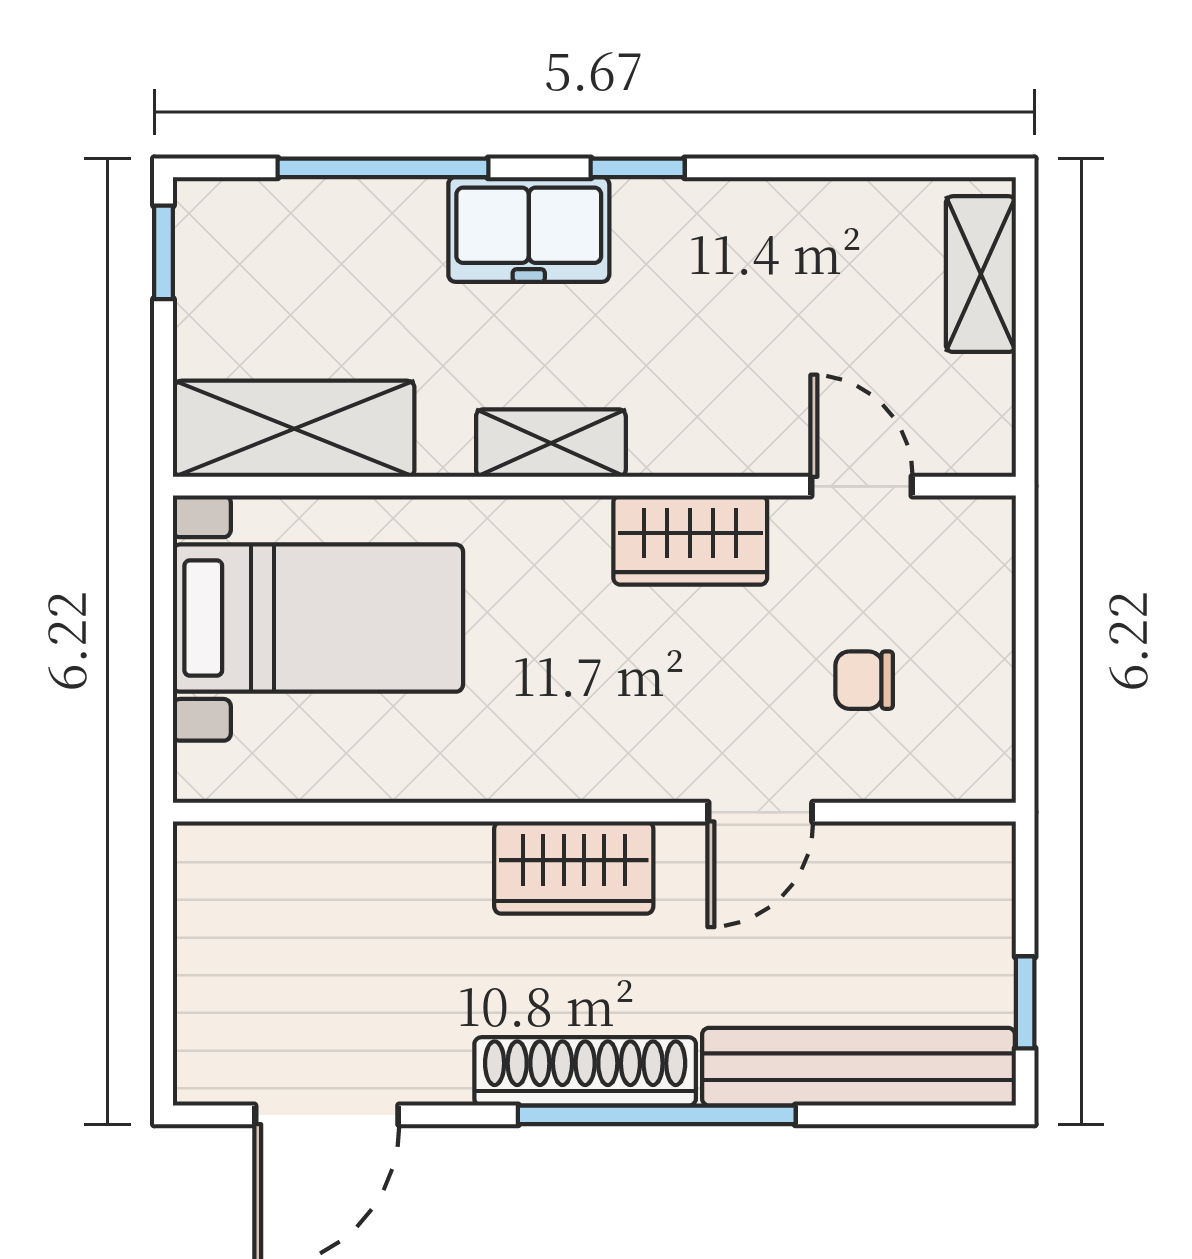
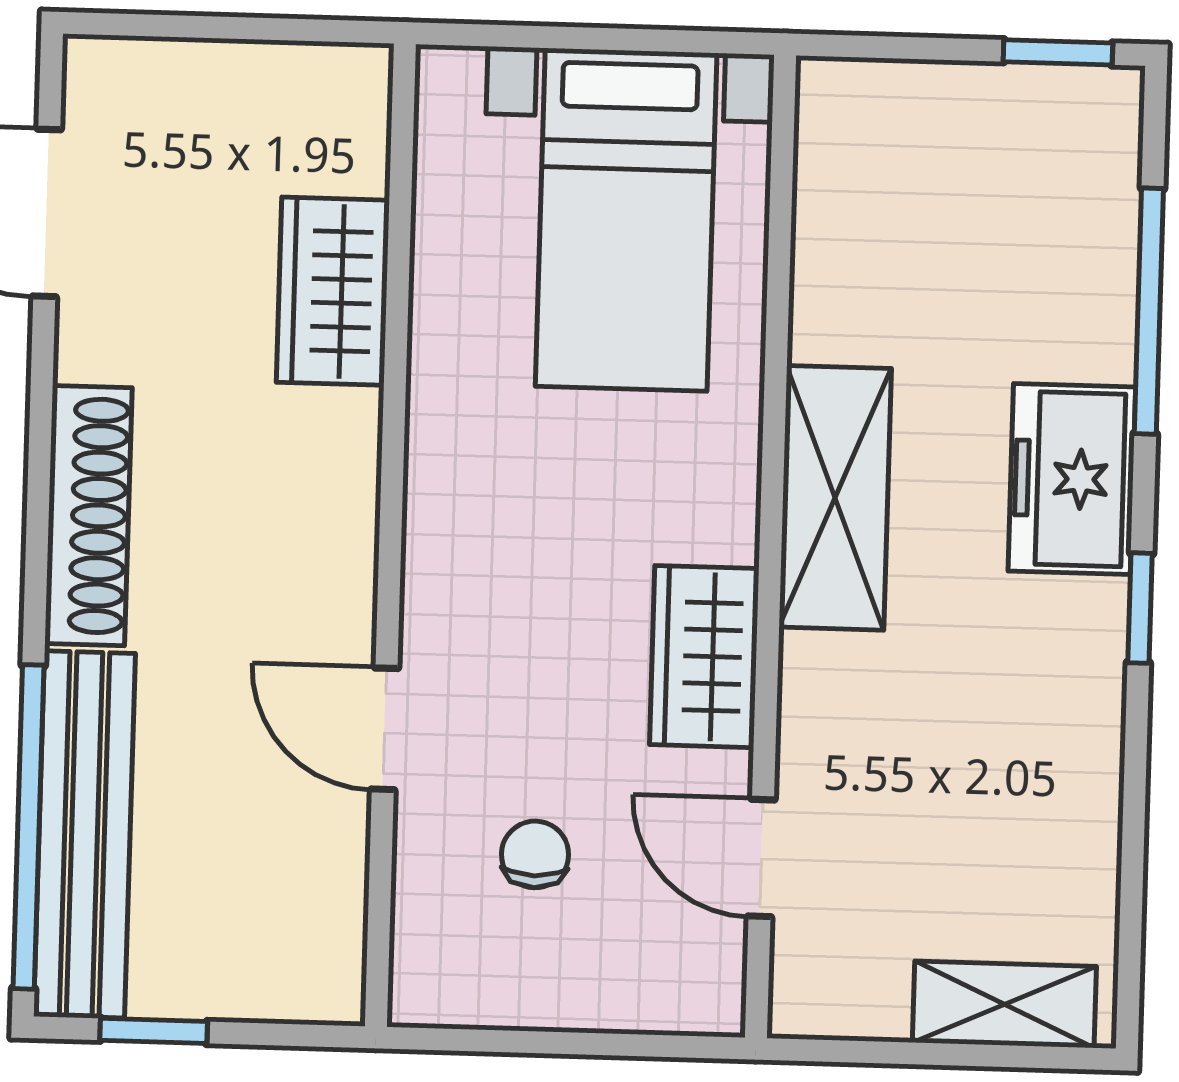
shelving: (294, 429) -> (848, 199), removed
shelving: (551, 443) -> (835, 498), width x1.50, depth x1.33
door: (861, 486) -> (761, 858), swing flipped
wardrobe: (574, 868) -> (333, 291), moved
window: (657, 1115) -> (28, 827), moved

